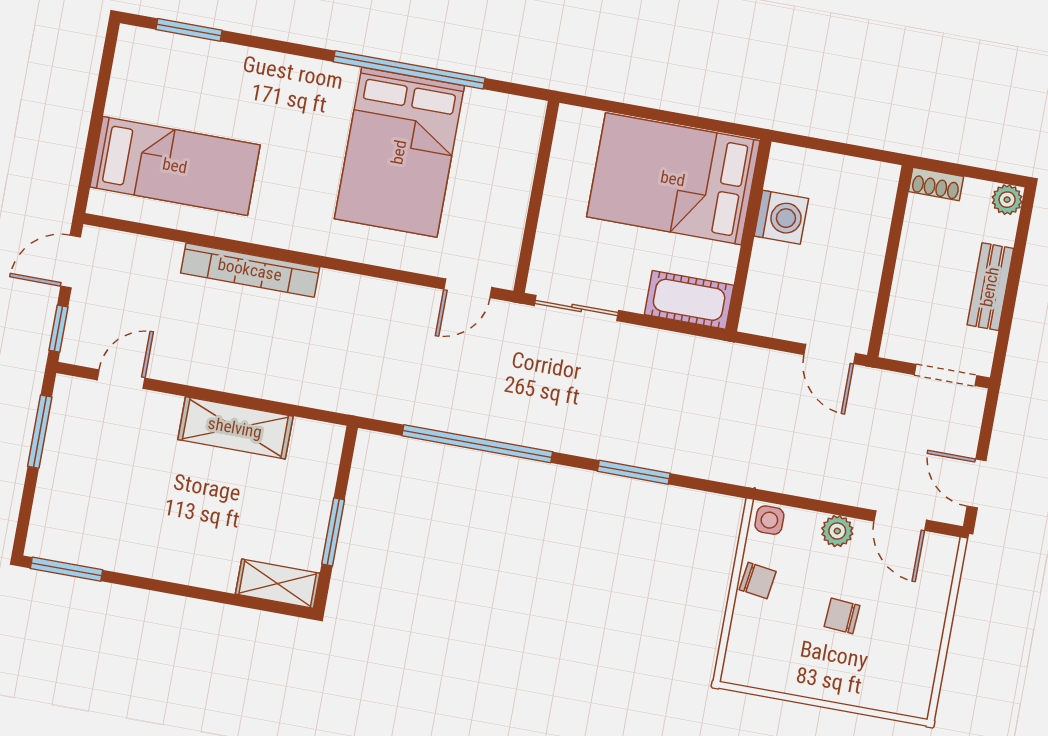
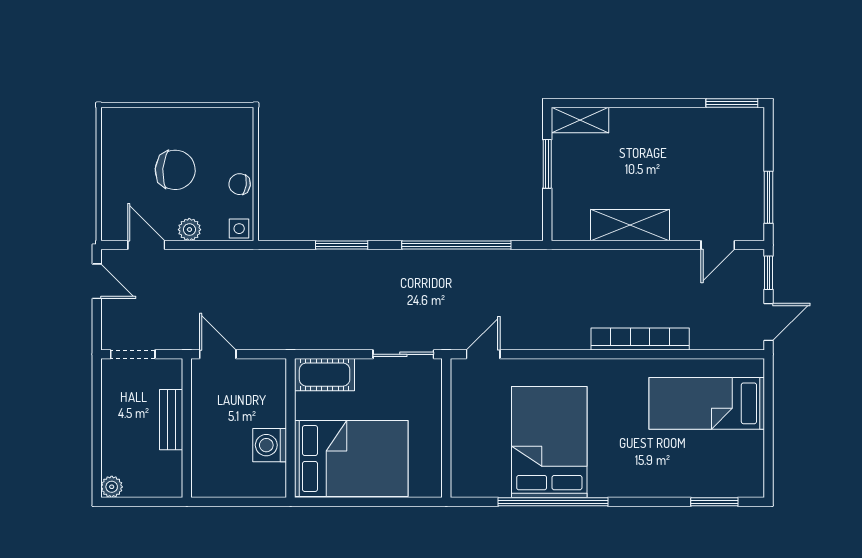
shoe rack: (936, 184) -> (164, 489), removed
bench: (990, 287) -> (171, 420), moved
chair: (842, 616) -> (175, 170), width x1.87, depth x1.87

